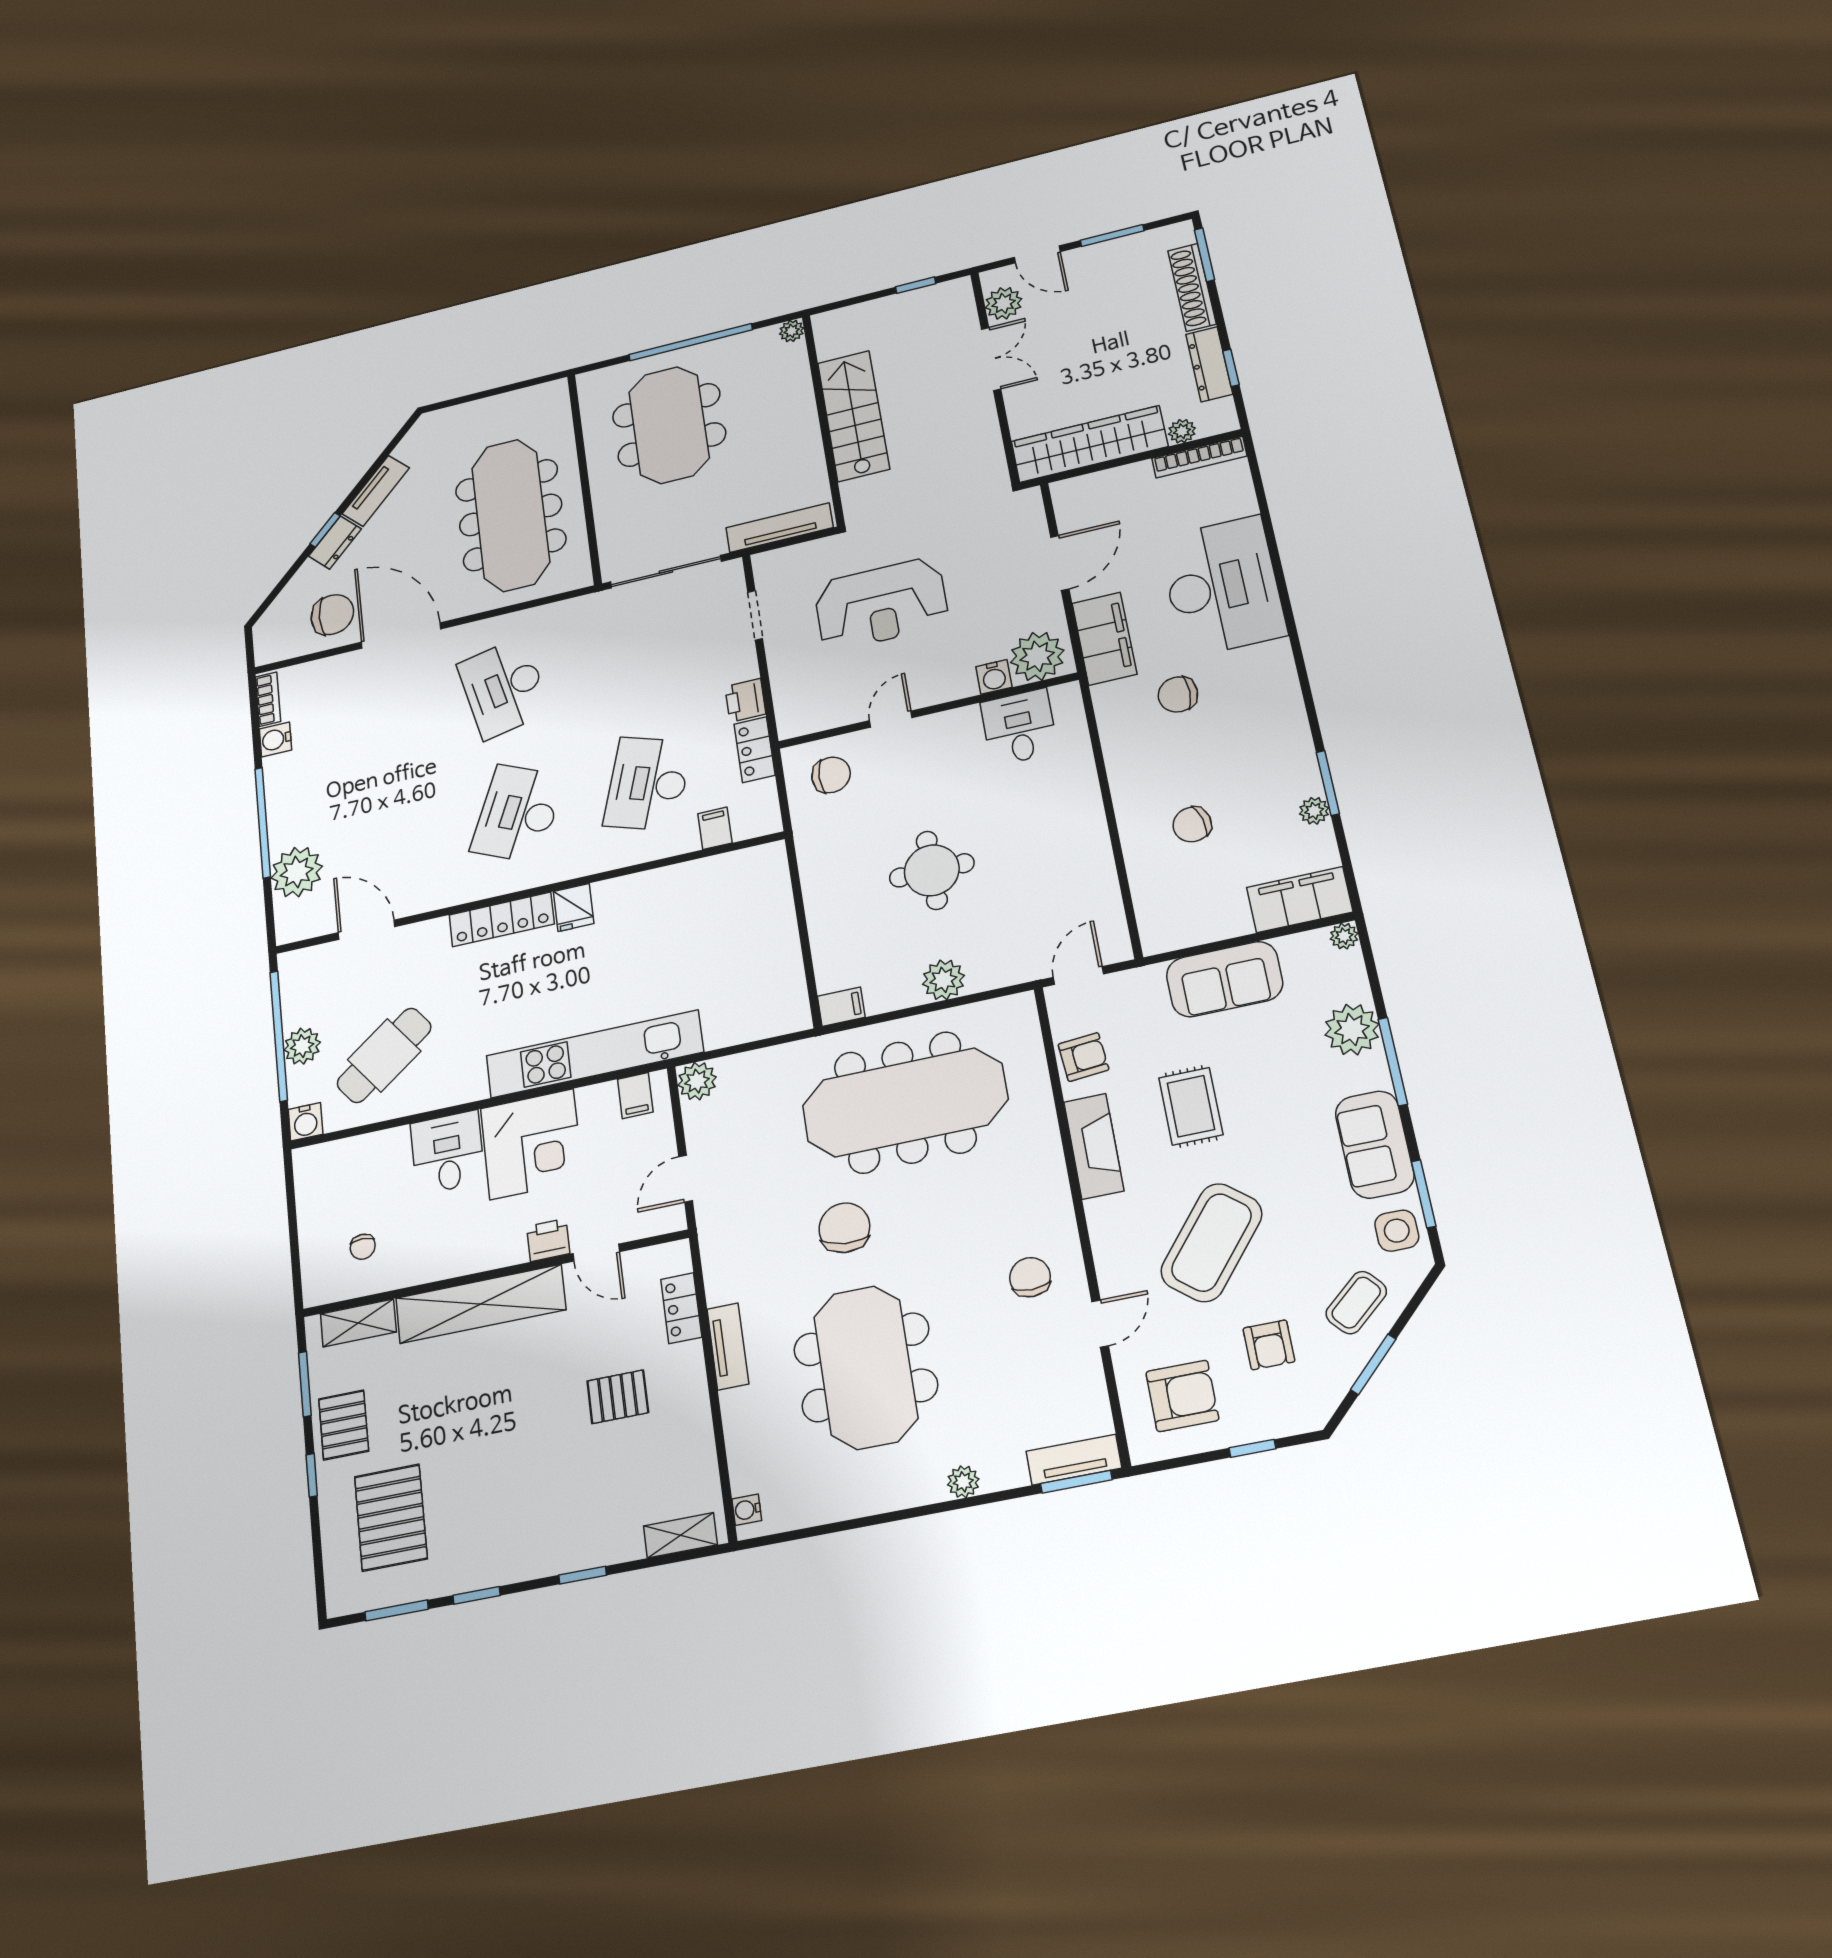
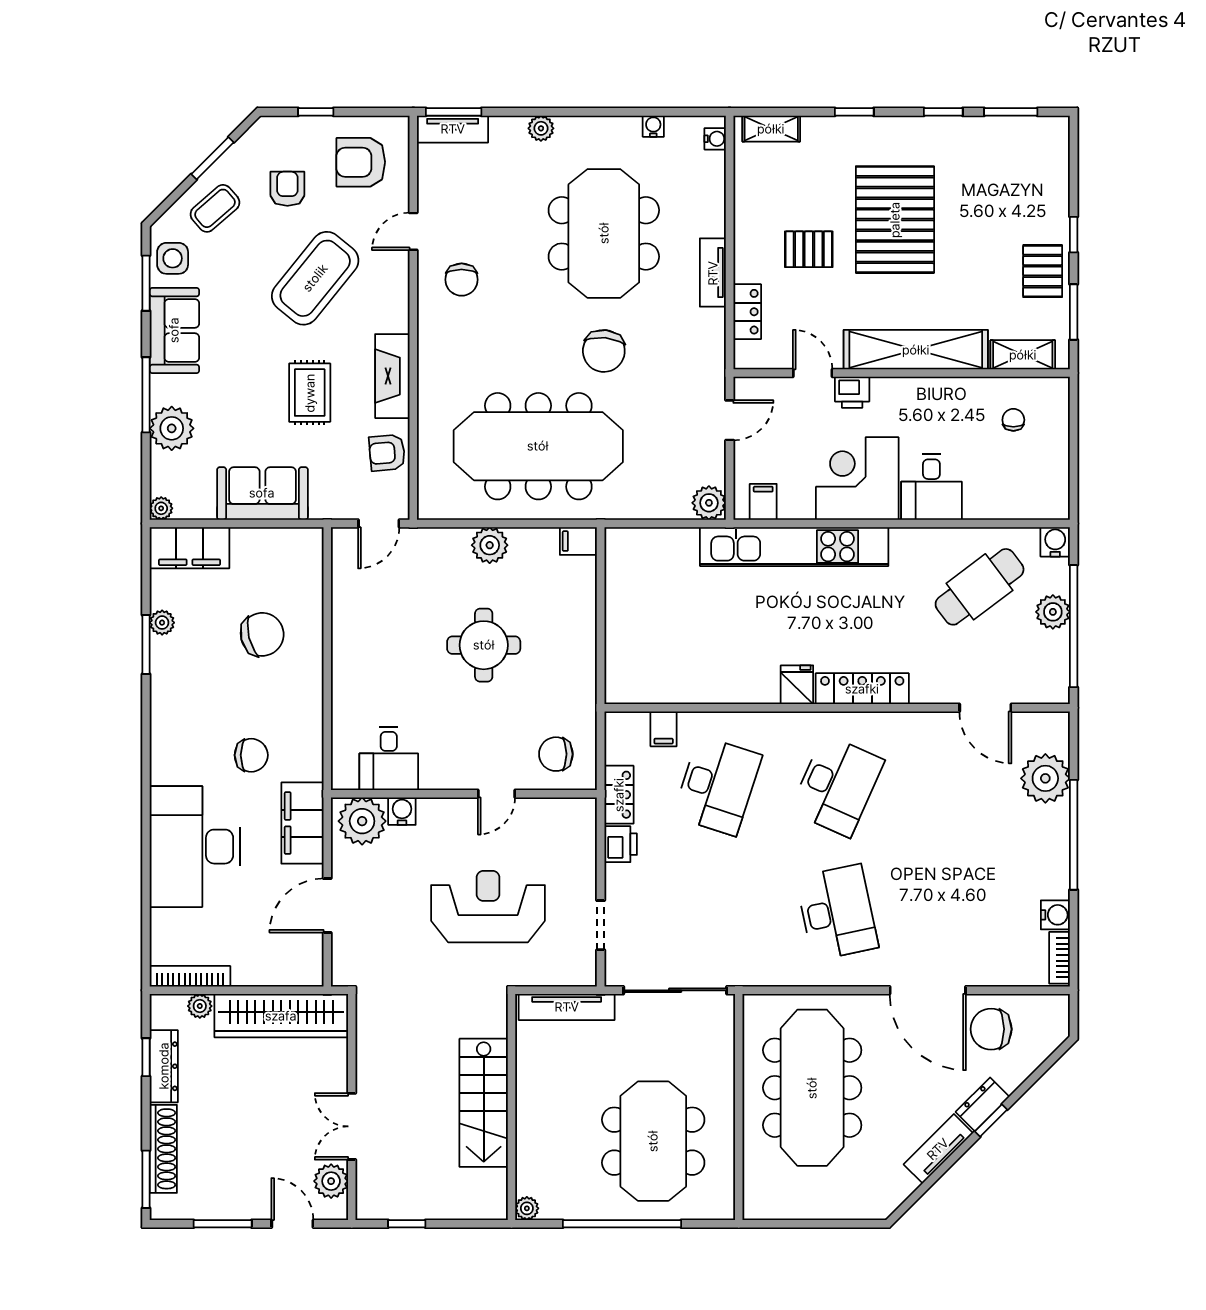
chair: (1192, 824) -> (262, 634), width x1.37, depth x1.37
water cooler: (825, 1511) -> (653, 126), added
pallet: (391, 1518) -> (895, 220), moved, width x1.37, depth x1.41

